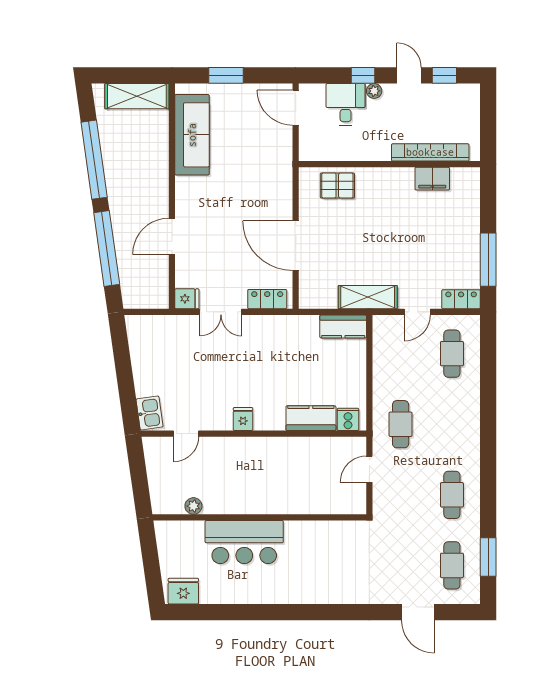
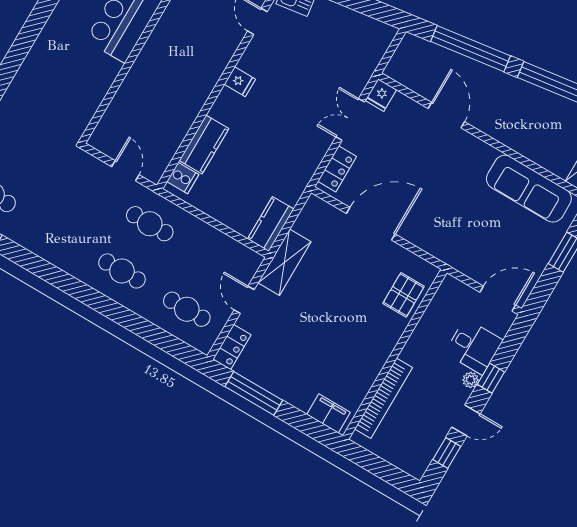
filing cabinet: (432, 179) -> (329, 413), moved, turned 90
cafe table: (452, 495) -> (122, 271), moved

